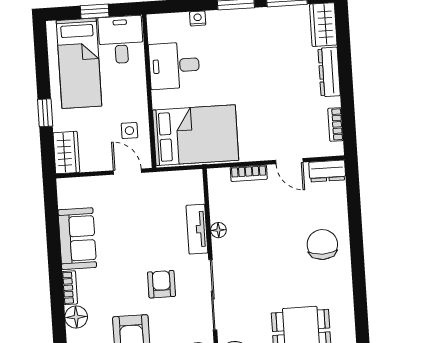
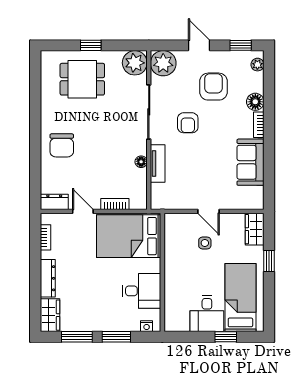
desk: (174, 66) -> (142, 291), moved
wall: (149, 91) -> (162, 272), moved
bed: (196, 135) -> (129, 236), moved

